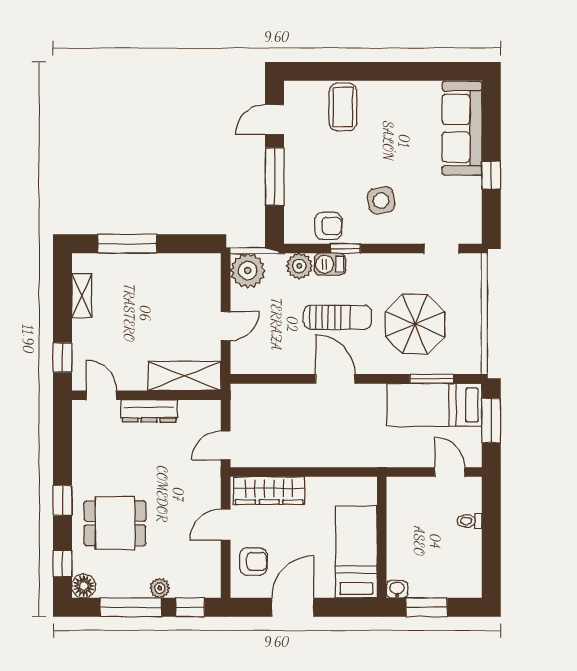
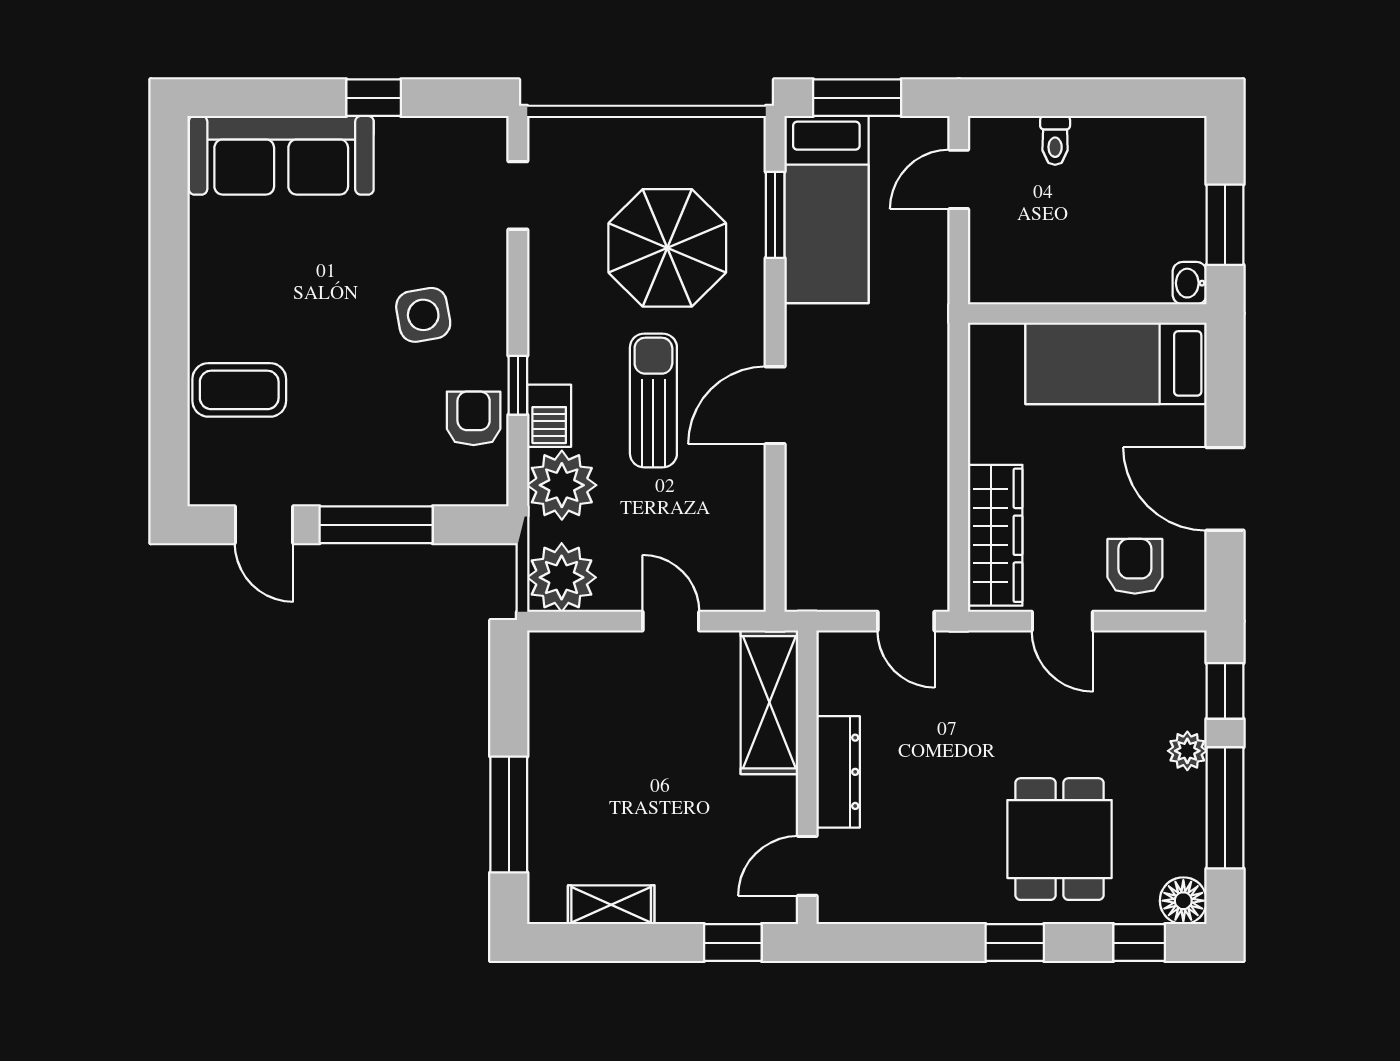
plant: (299, 266) -> (562, 485), width x1.36, depth x1.36

